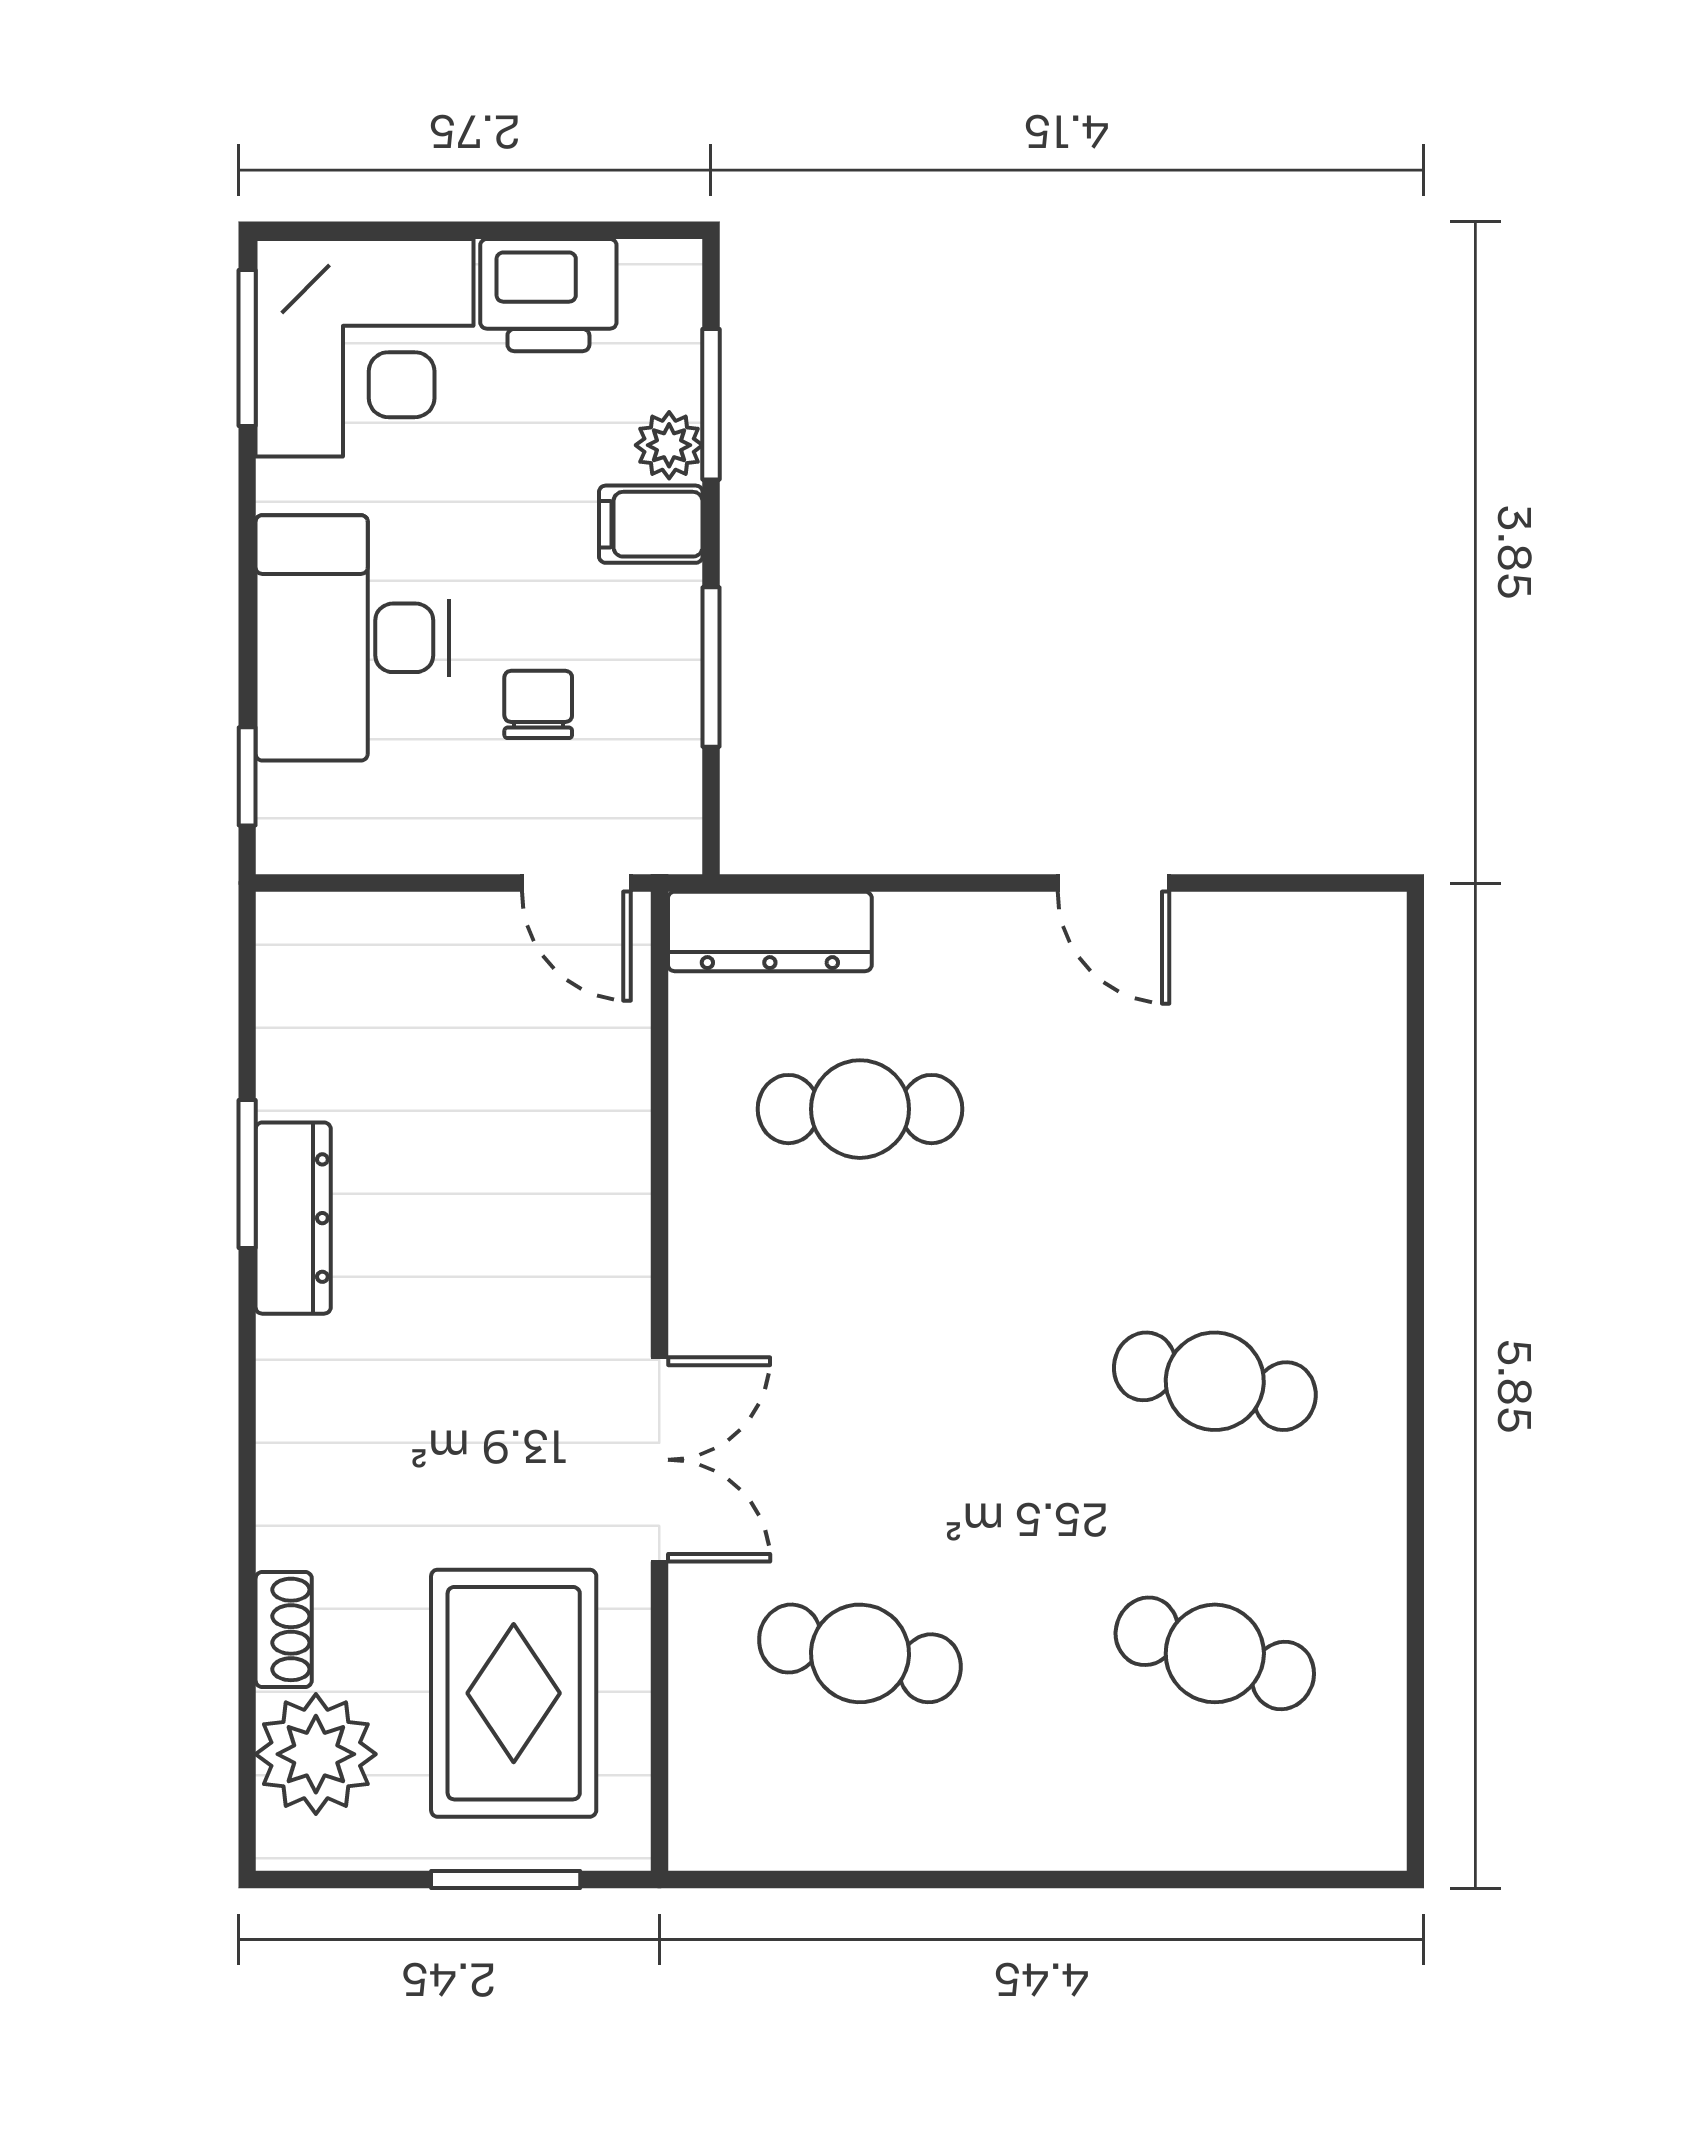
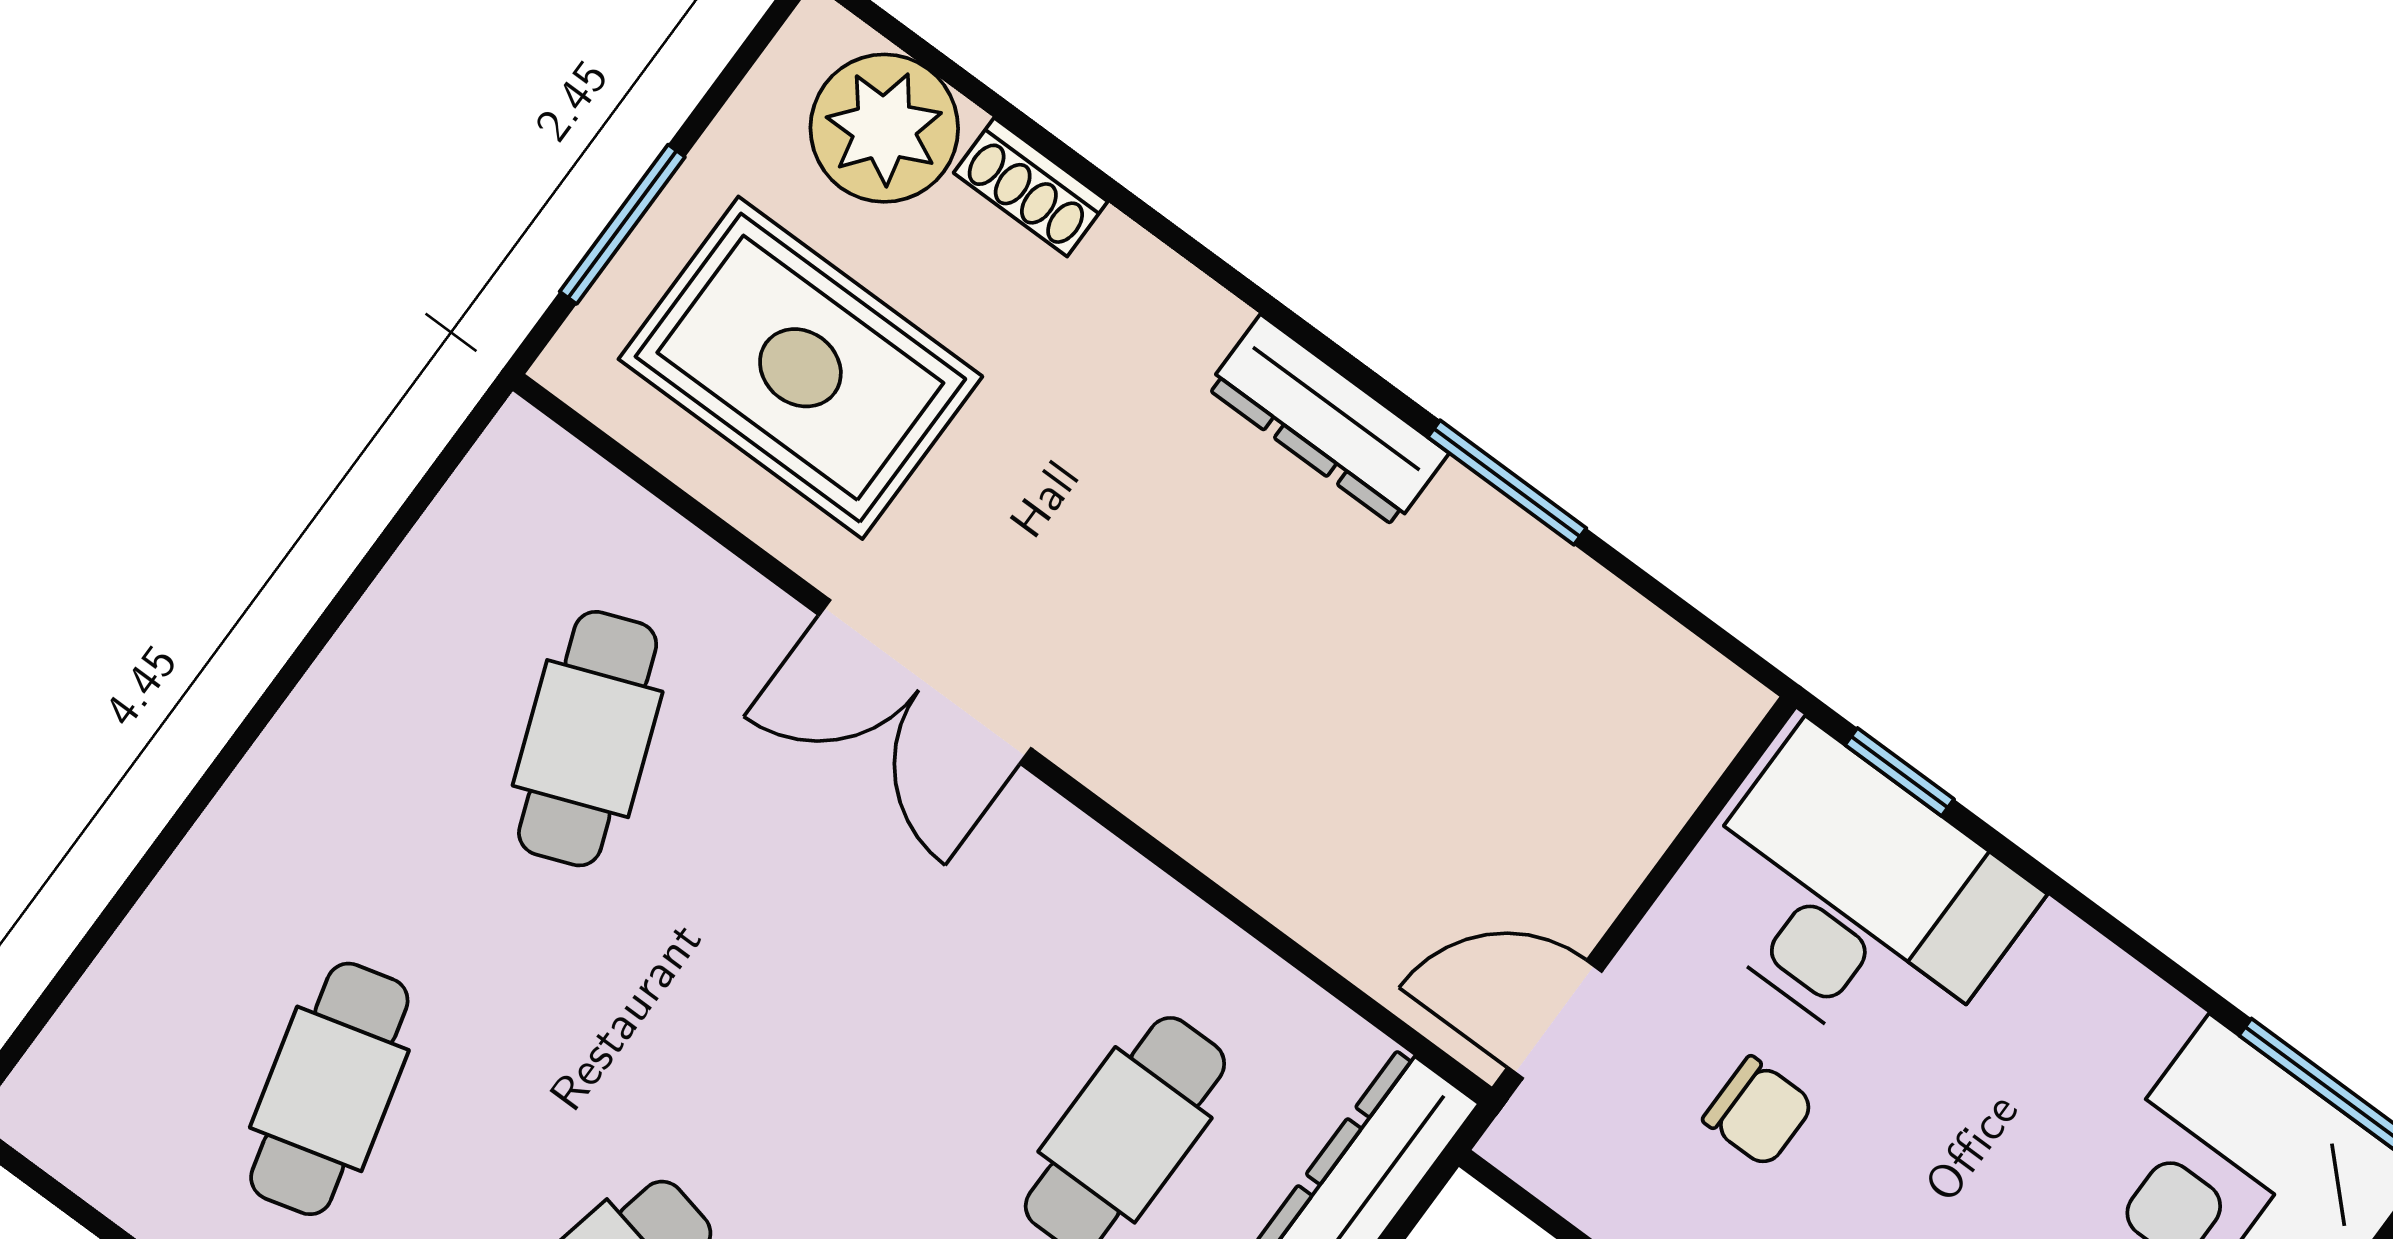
desk: (352, 638) -> (1856, 900), moved
dresser: (293, 1218) -> (1328, 420), moved
cafe table: (860, 1653) -> (588, 739), turned -33
cafe table: (1215, 1653) -> (329, 1089), turned -33

